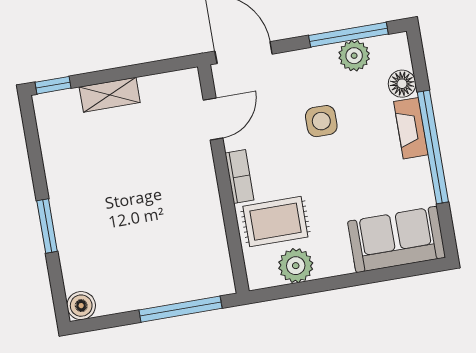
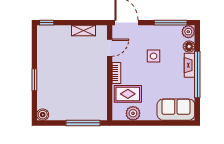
plant: (354, 56) -> (188, 32), moved
shelving: (110, 95) -> (84, 31), moved

